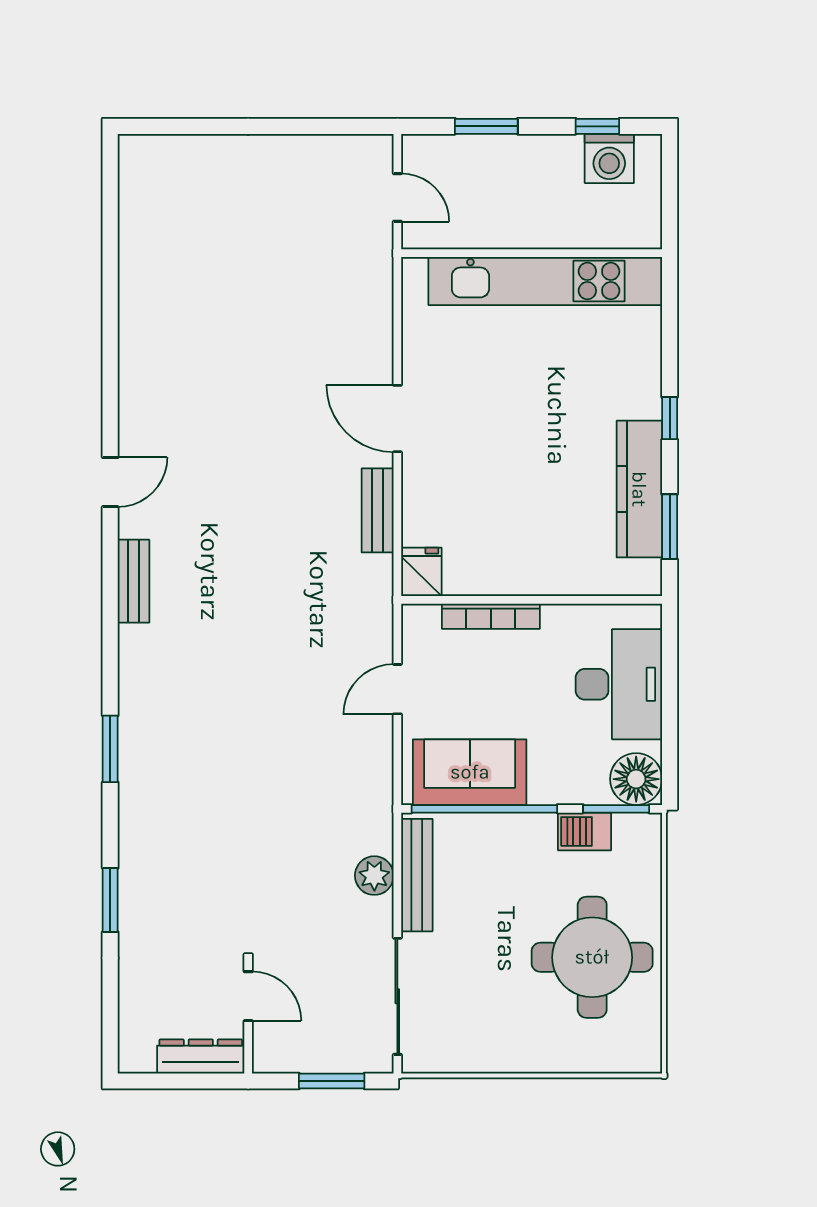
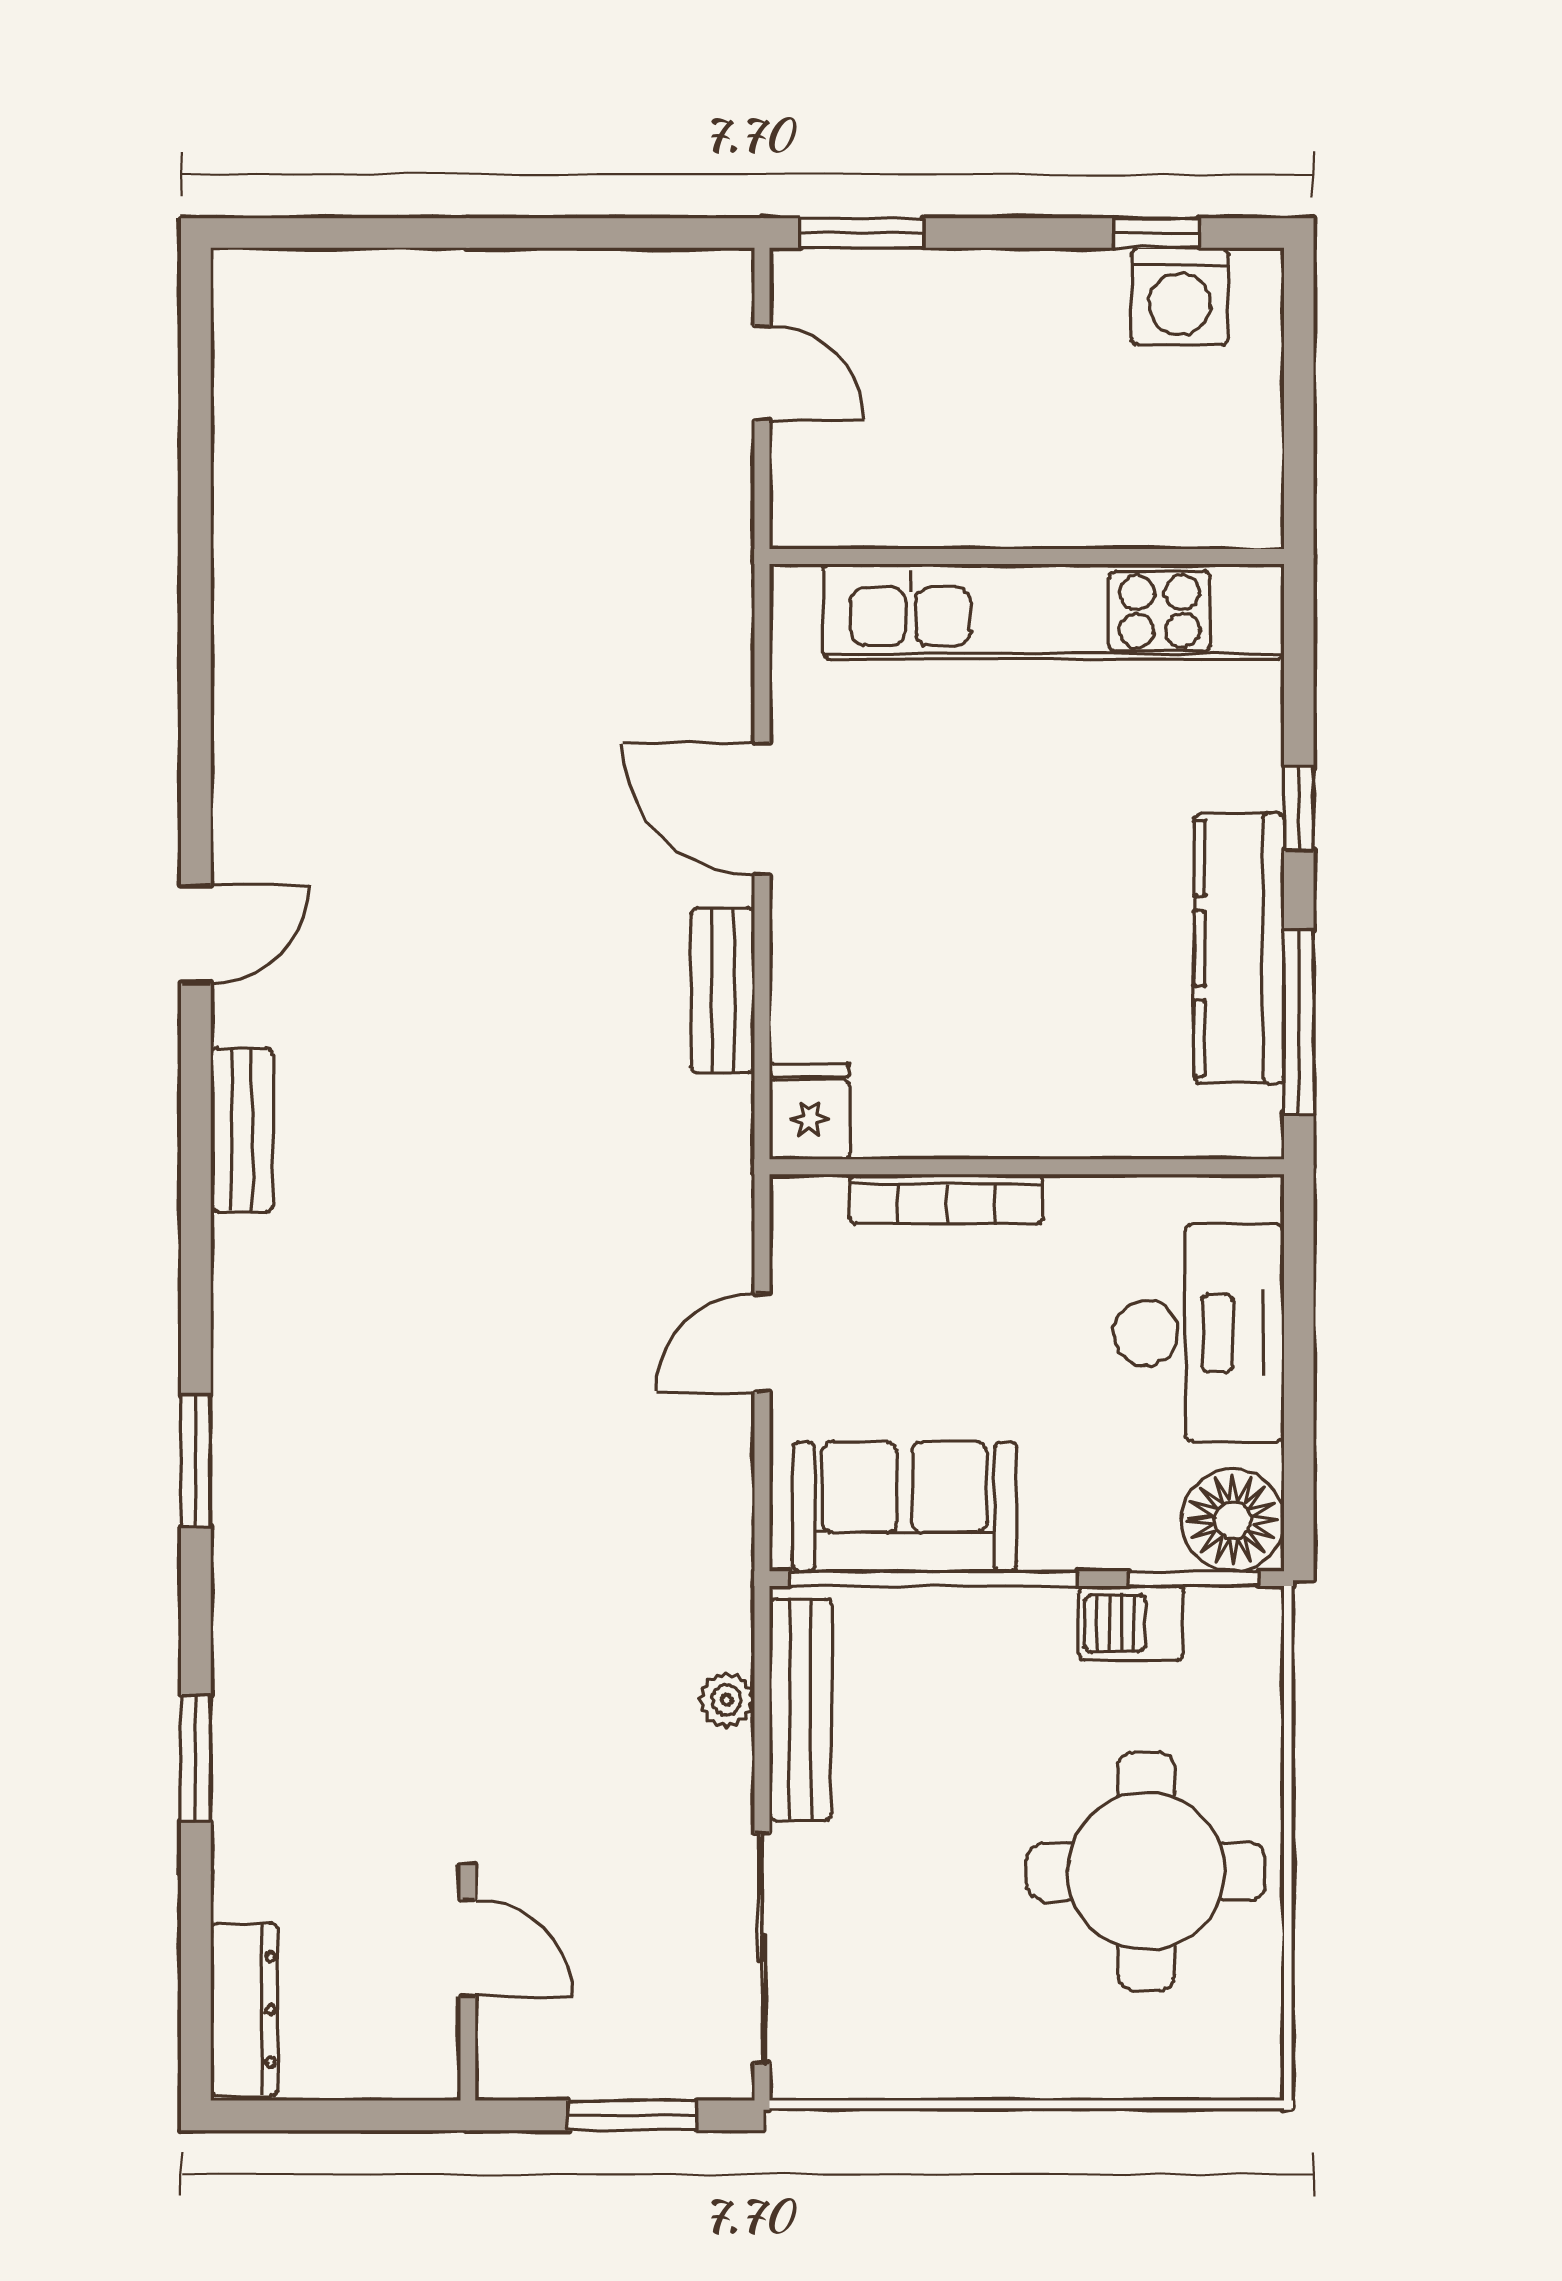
window: (486, 126) -> (861, 233), moved
wall: (532, 253) -> (1027, 557), moved
kitchen unit: (545, 281) -> (1054, 612), moved
window: (670, 527) -> (1299, 1022), width x1.44
plant: (374, 876) -> (727, 1700), width x0.73, depth x0.73
dresser: (201, 1056) -> (244, 2010), moved, turned 90

